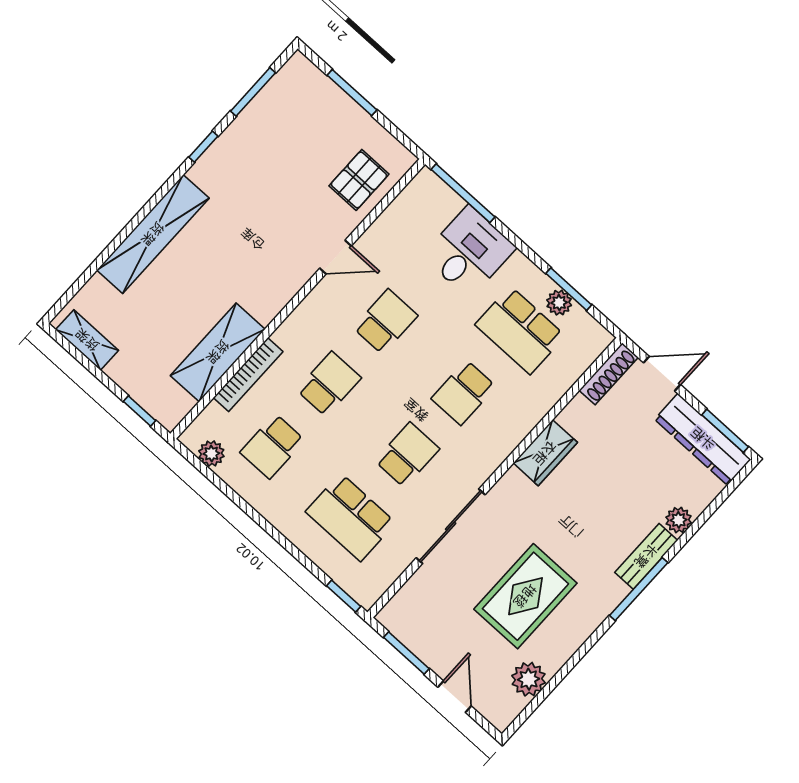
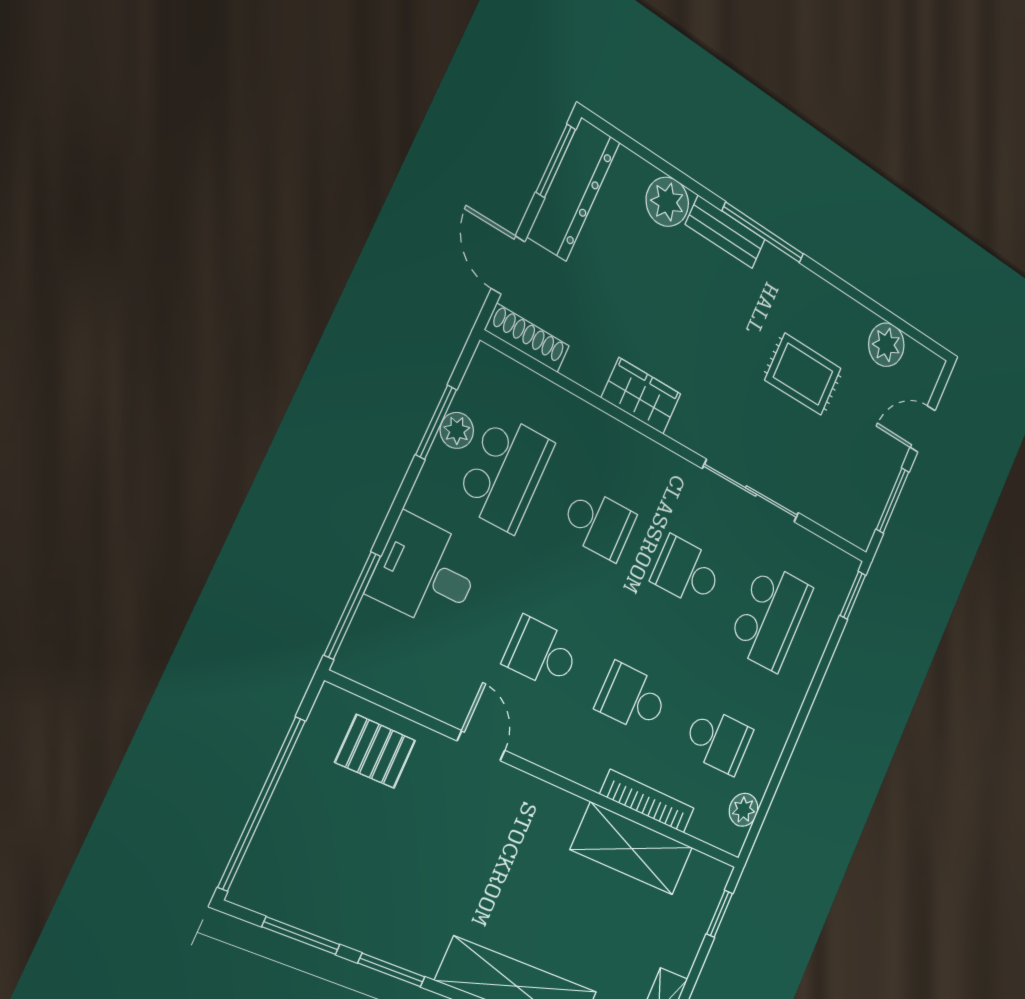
window: (352, 93) -> (262, 804), width x2.11
window: (203, 147) -> (391, 970), width x1.50
plant: (679, 520) -> (667, 202), width x1.38, depth x1.38
rug: (525, 596) -> (803, 374), width x0.73, depth x0.70

